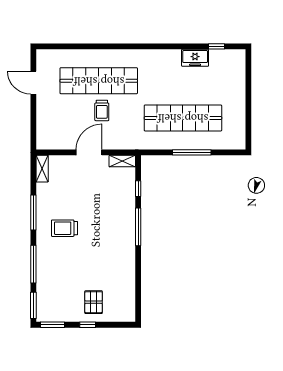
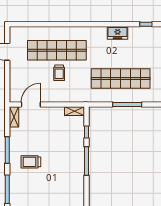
freezer: (195, 58) -> (118, 33), moved
door: (89, 152) -> (31, 105), moved

